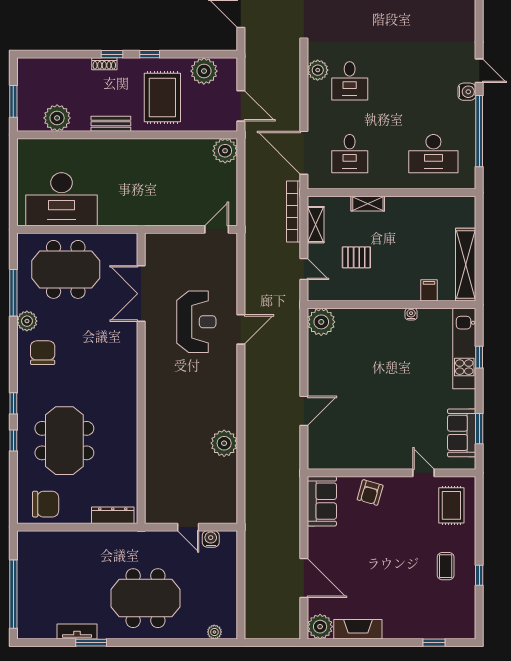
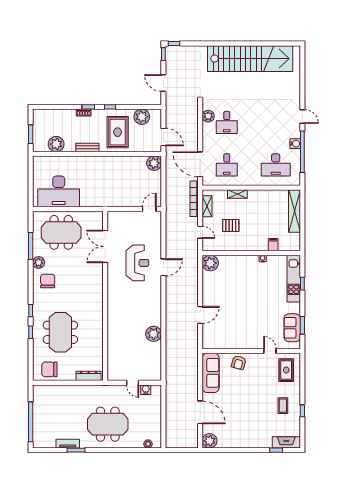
water cooler: (467, 92) -> (295, 144), moved
shelving: (466, 265) -> (294, 211), moved
sofa: (322, 501) -> (211, 373), width x1.36
chair: (46, 504) -> (49, 369), turned 180
fireplace: (358, 629) -> (286, 442), moved

